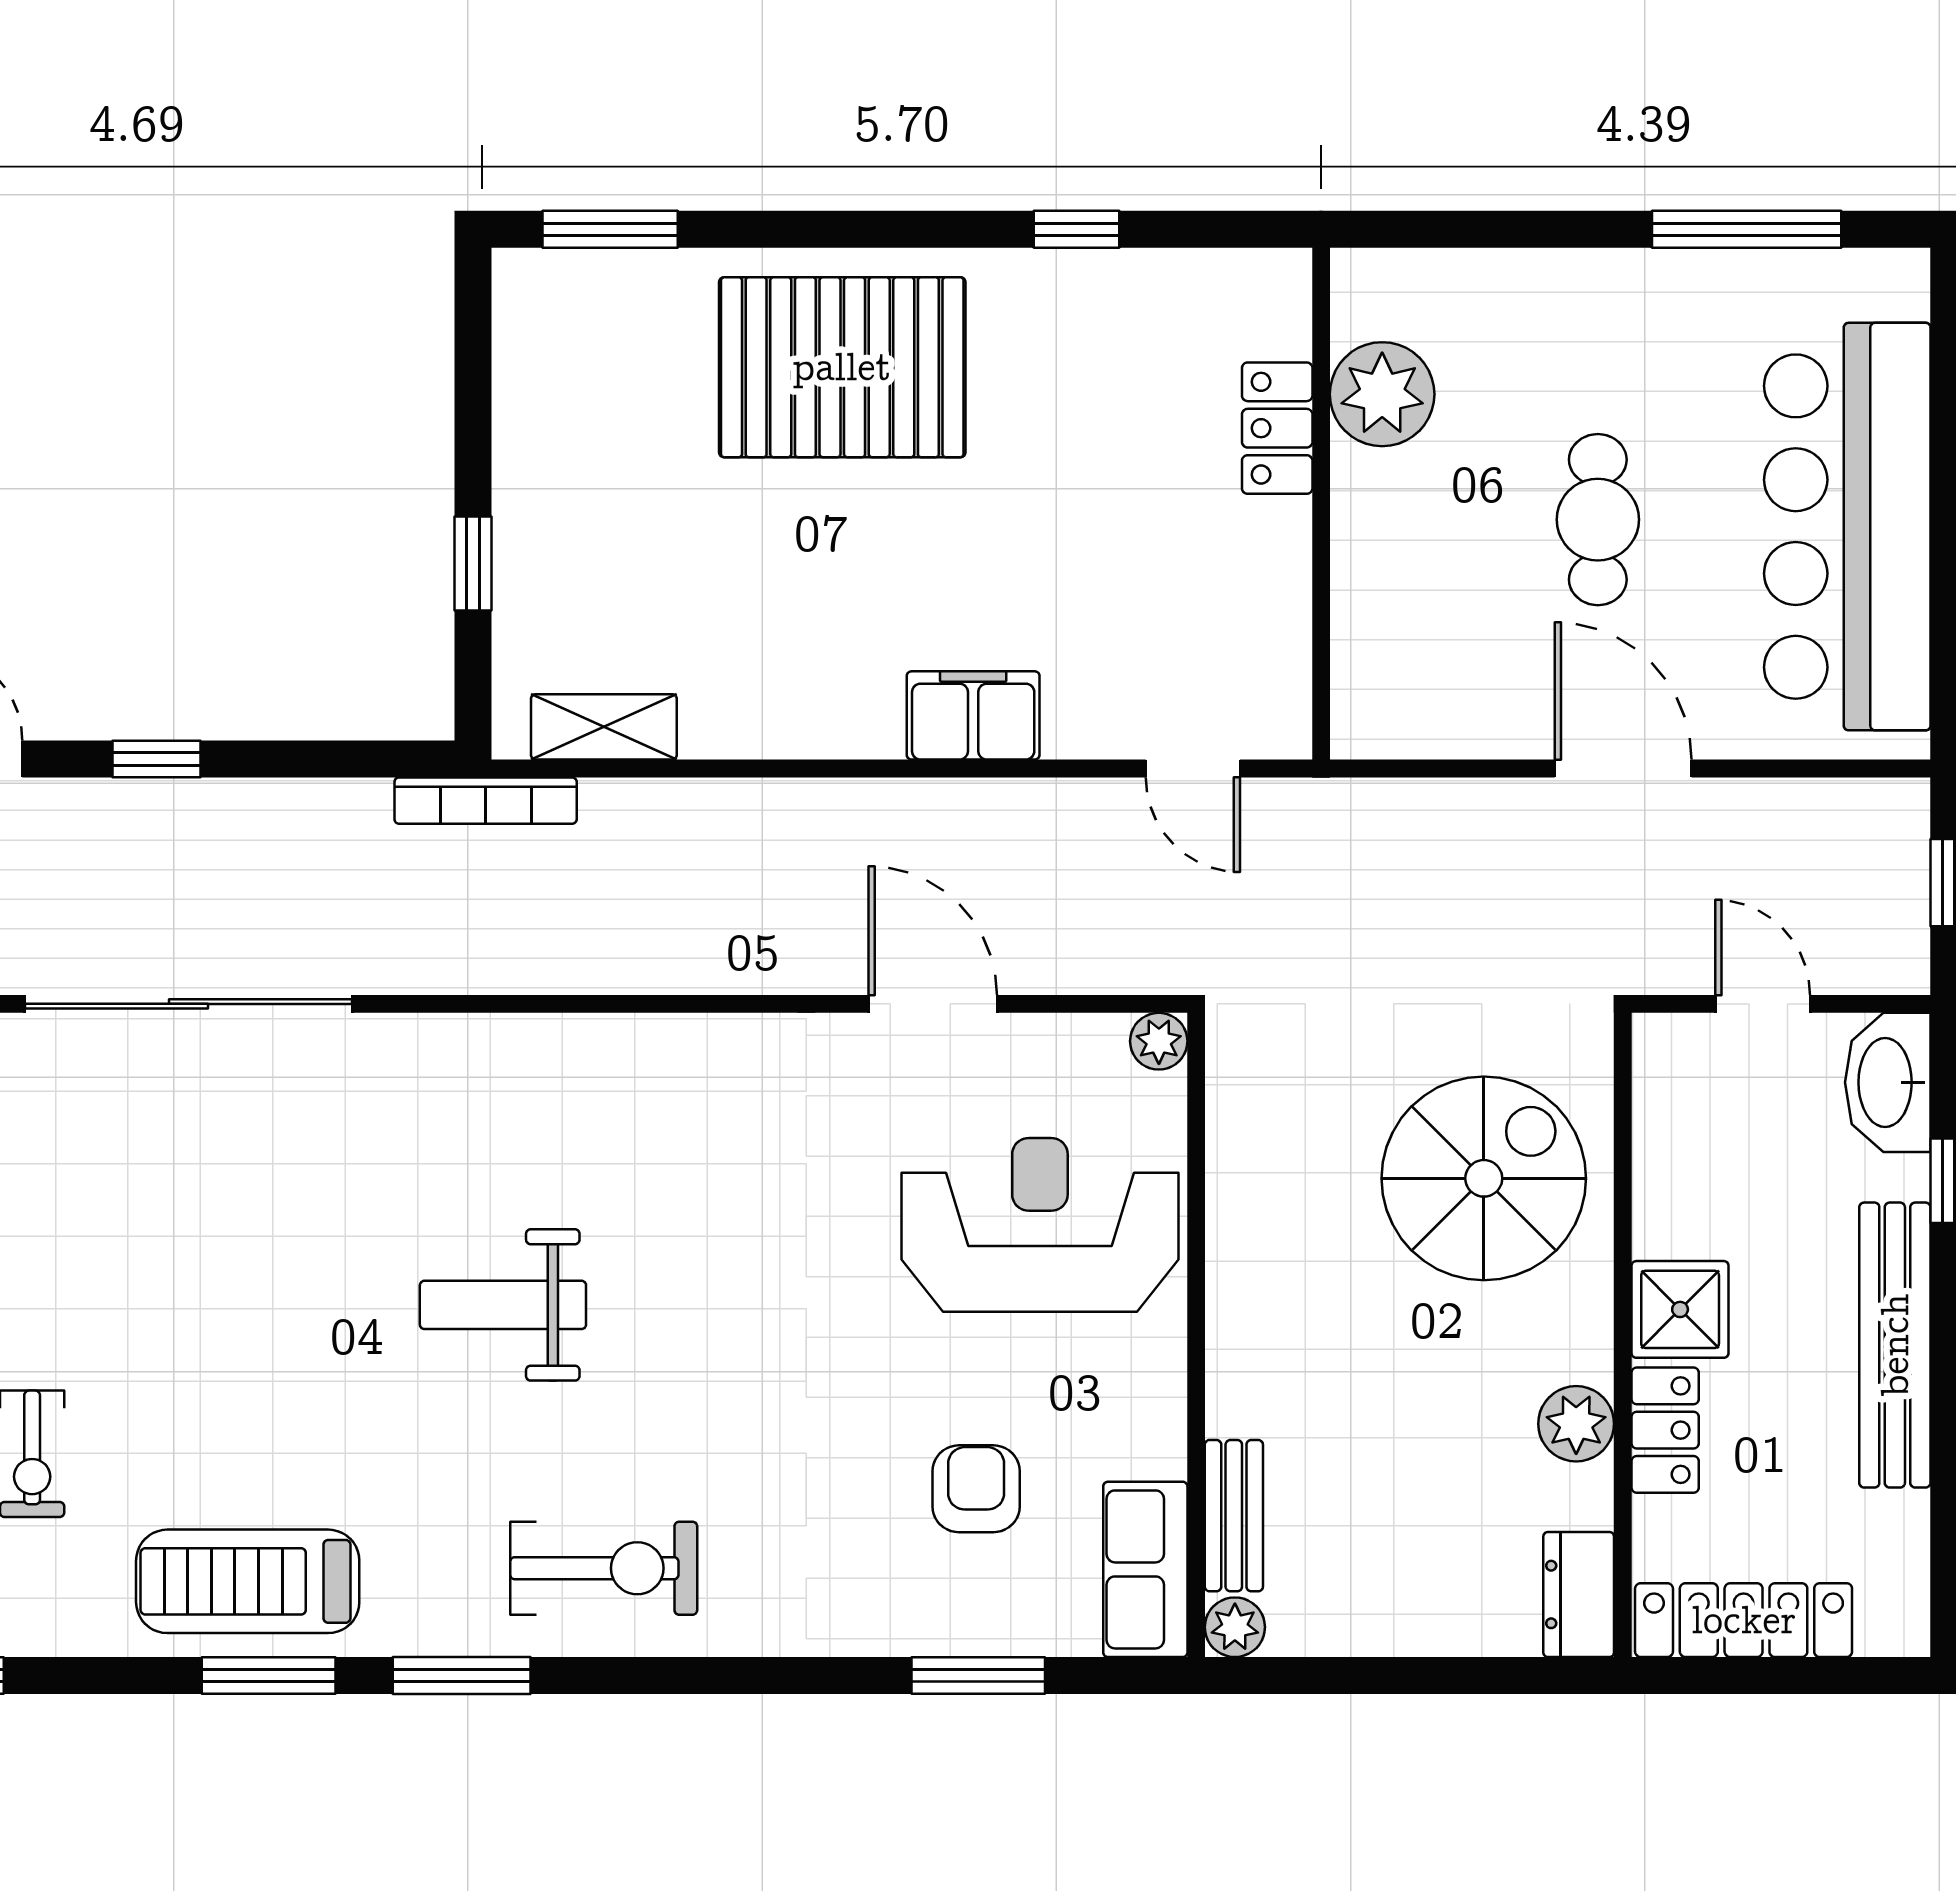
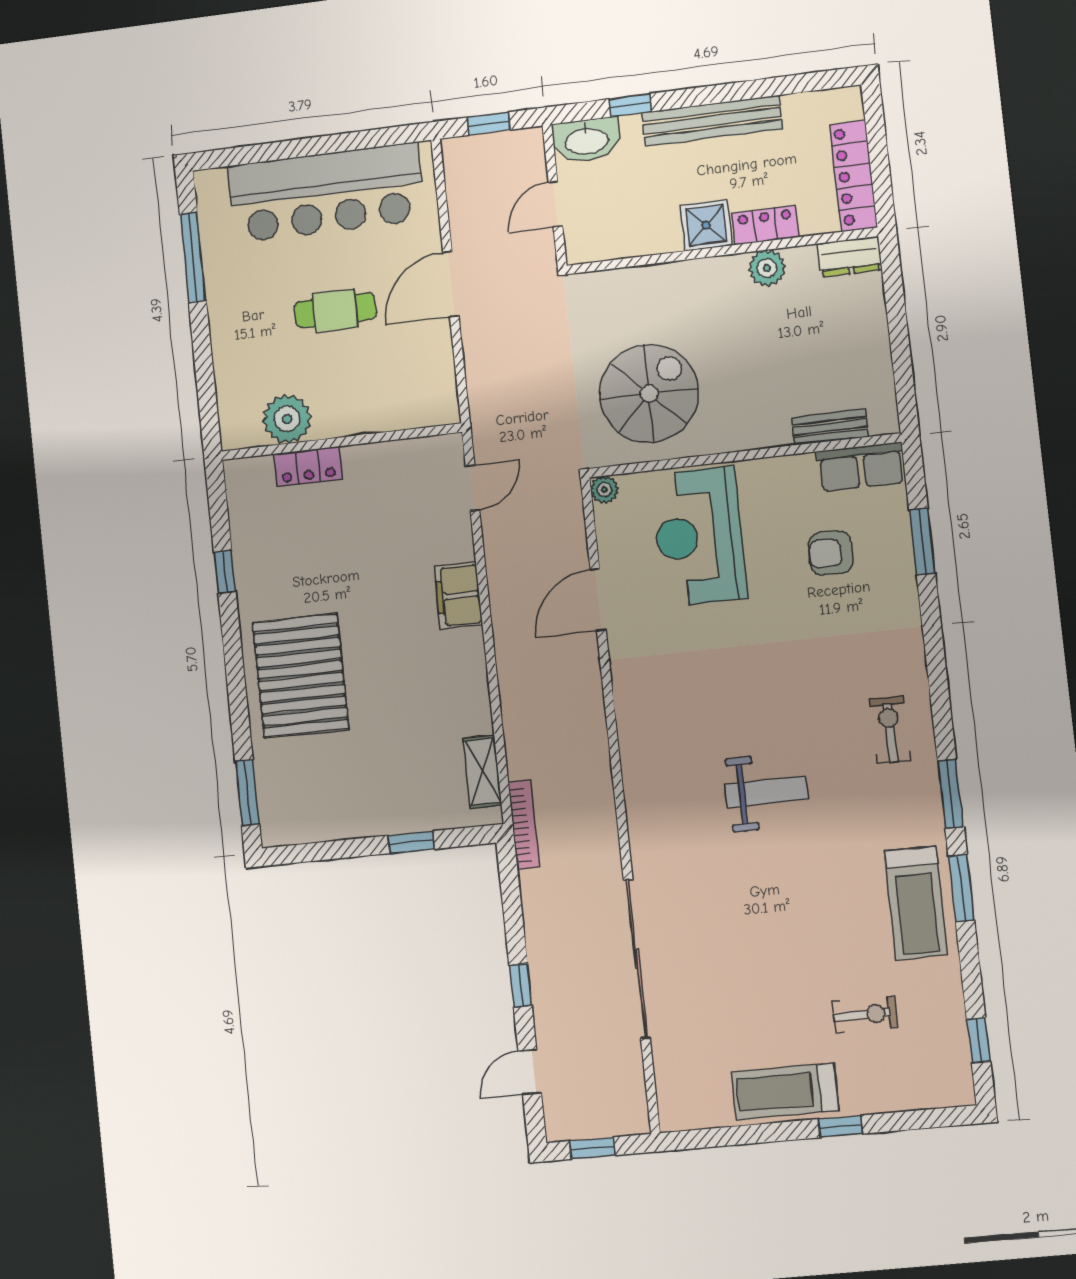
spiral stairs: (1484, 1178) -> (649, 394), moved, turned 90
weight bench: (503, 1305) -> (766, 792), turned -90
exercise bike: (604, 1568) -> (890, 730), width x0.73, depth x0.72
plant: (1235, 1627) -> (884, 420), removed

